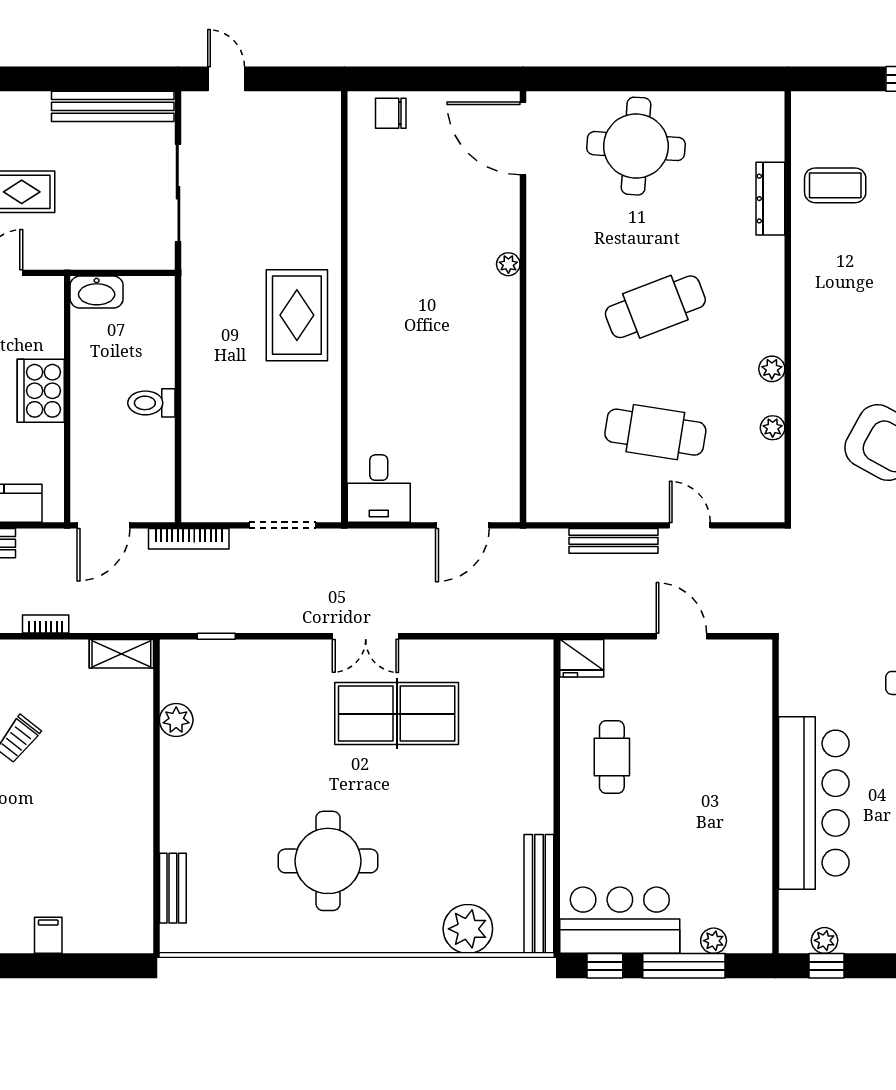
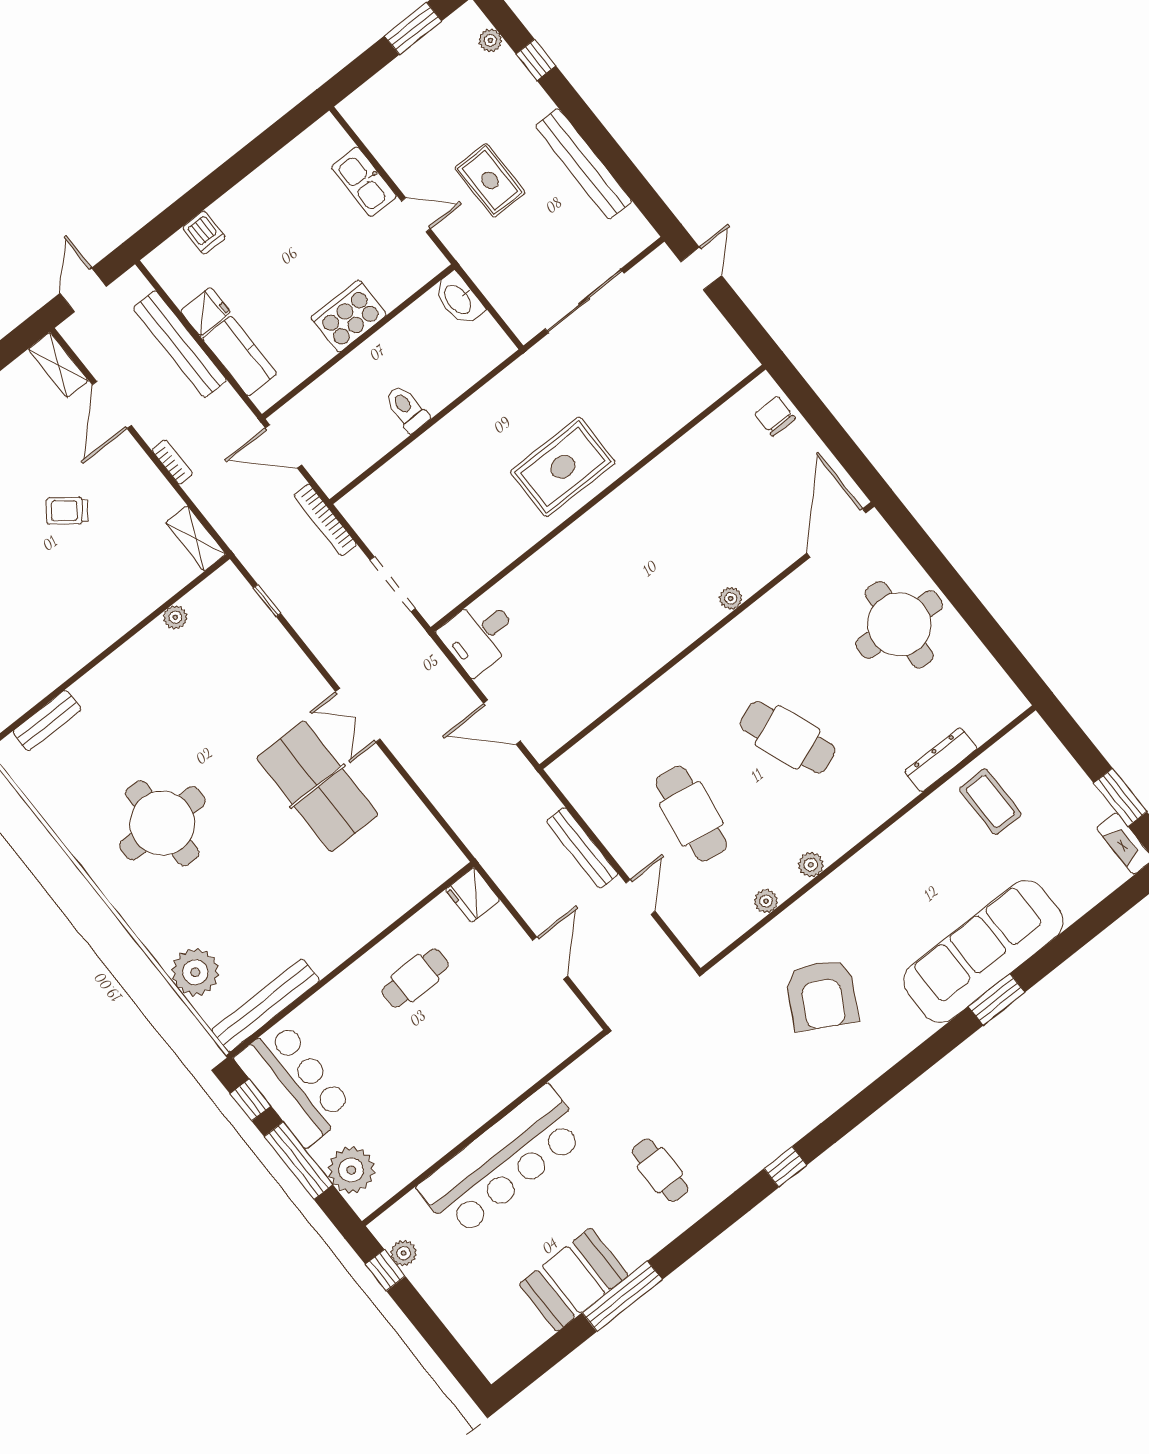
bench: (113, 106) -> (584, 164), moved
plant: (176, 720) -> (175, 617), width x0.73, depth x0.73
plant: (714, 941) -> (351, 1170), width x1.87, depth x1.87

